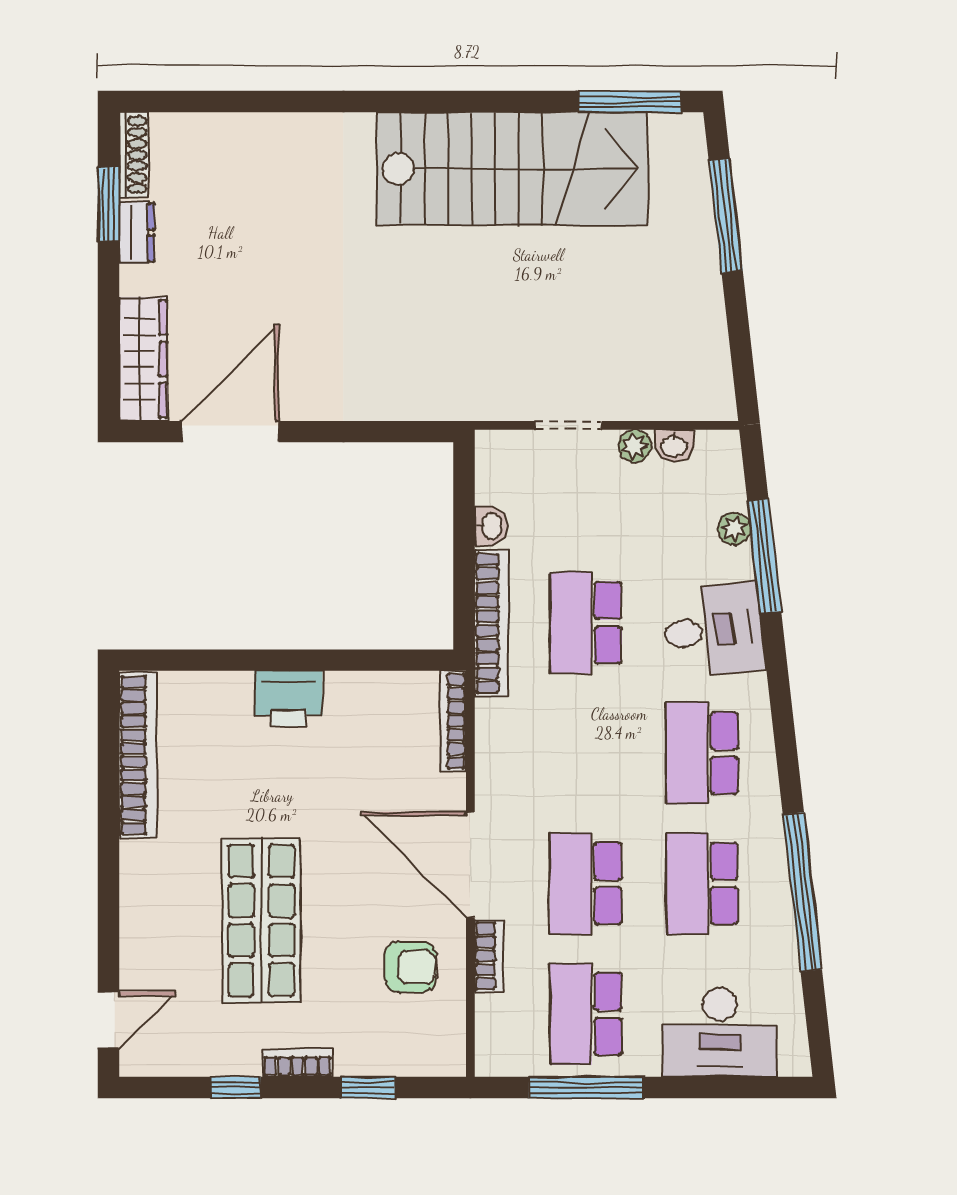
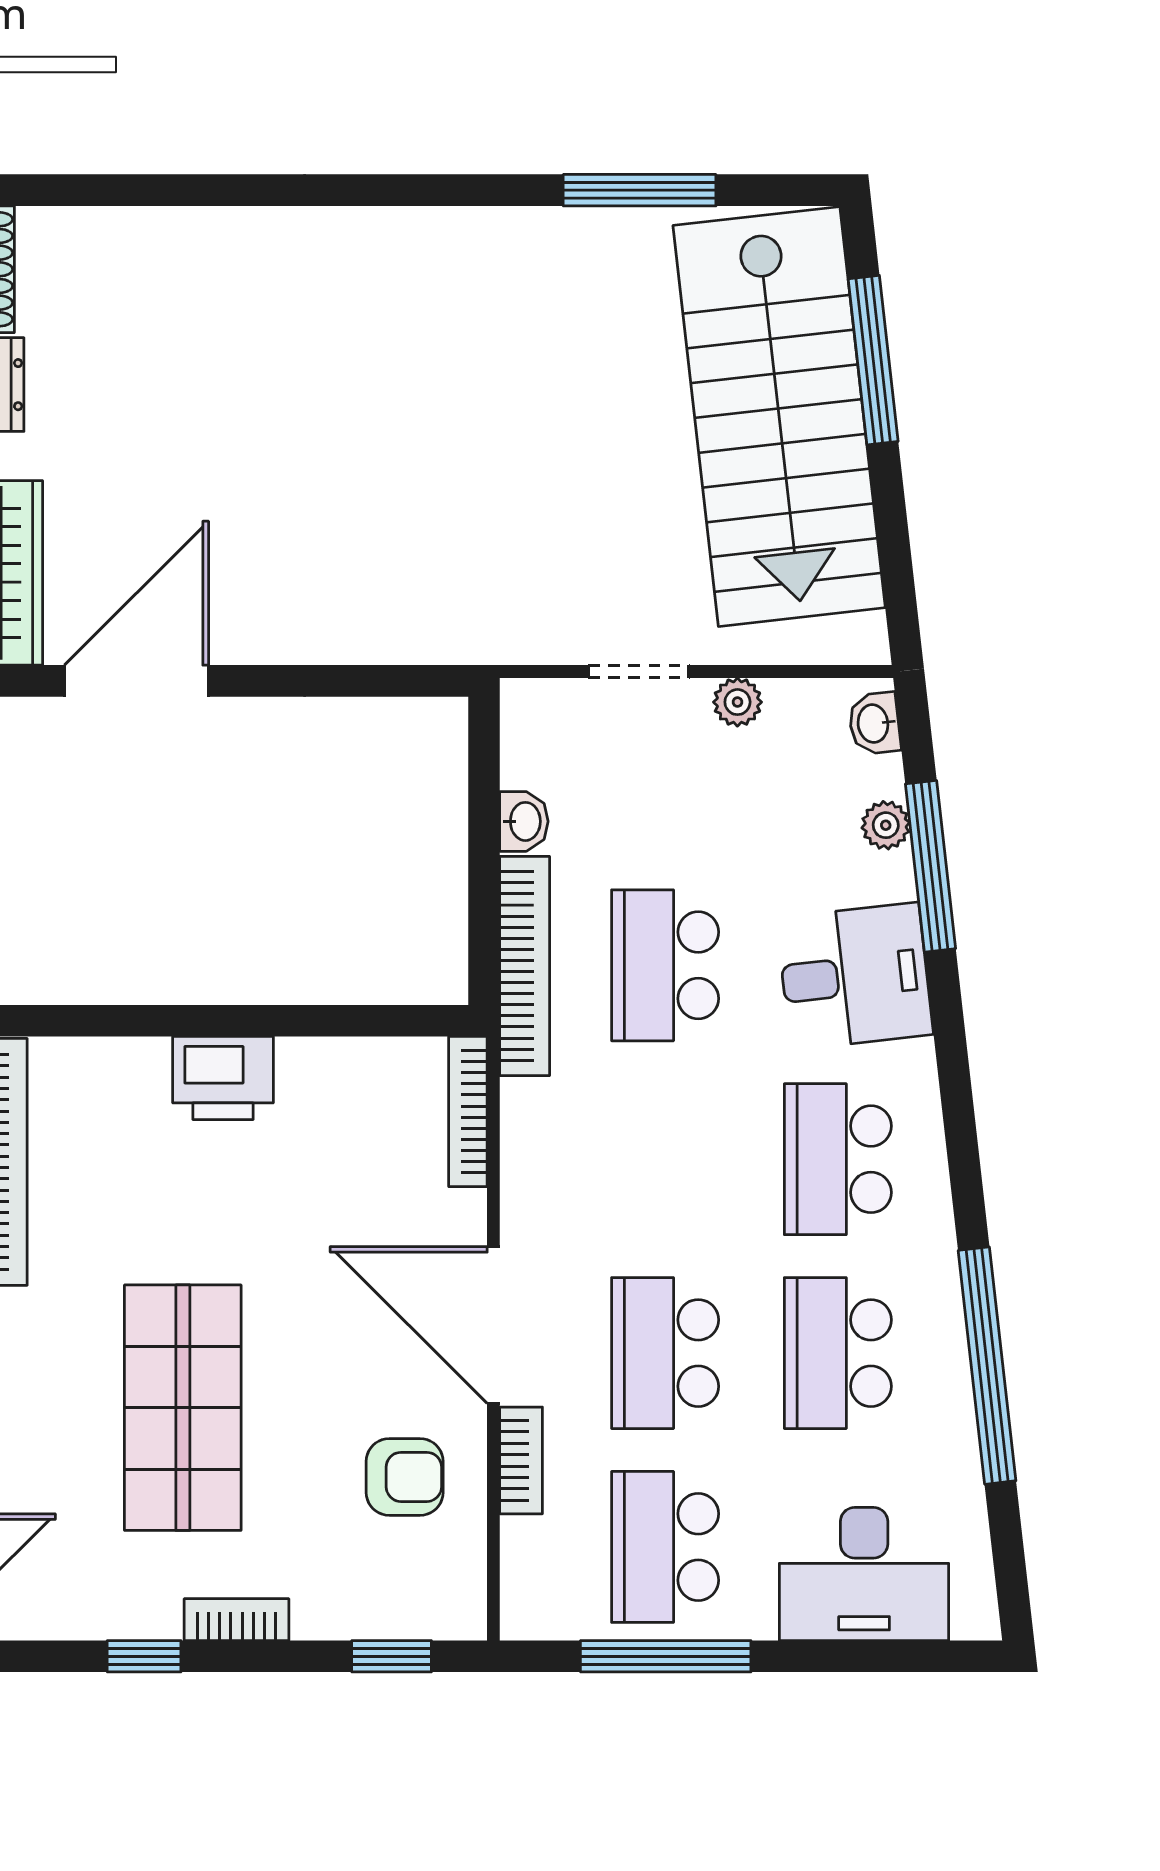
window: (629, 102) -> (640, 190), moved
stairs: (512, 169) -> (779, 417), moved, turned 84
washbasin: (674, 446) -> (874, 723), moved, turned 84
window: (368, 1088) -> (392, 1656), moved

